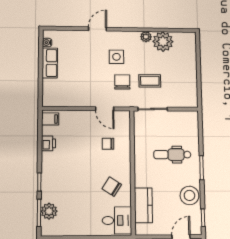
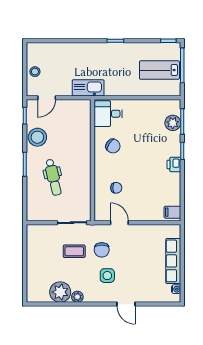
door: (97, 29) -> (126, 304), hinge flipped
row of seats: (50, 63) -> (173, 261), width x1.48
printer: (48, 143) -> (174, 164), moved
dental chair: (172, 155) -> (53, 177), turned 77
kitchen counter: (143, 205) -> (83, 128), removed

